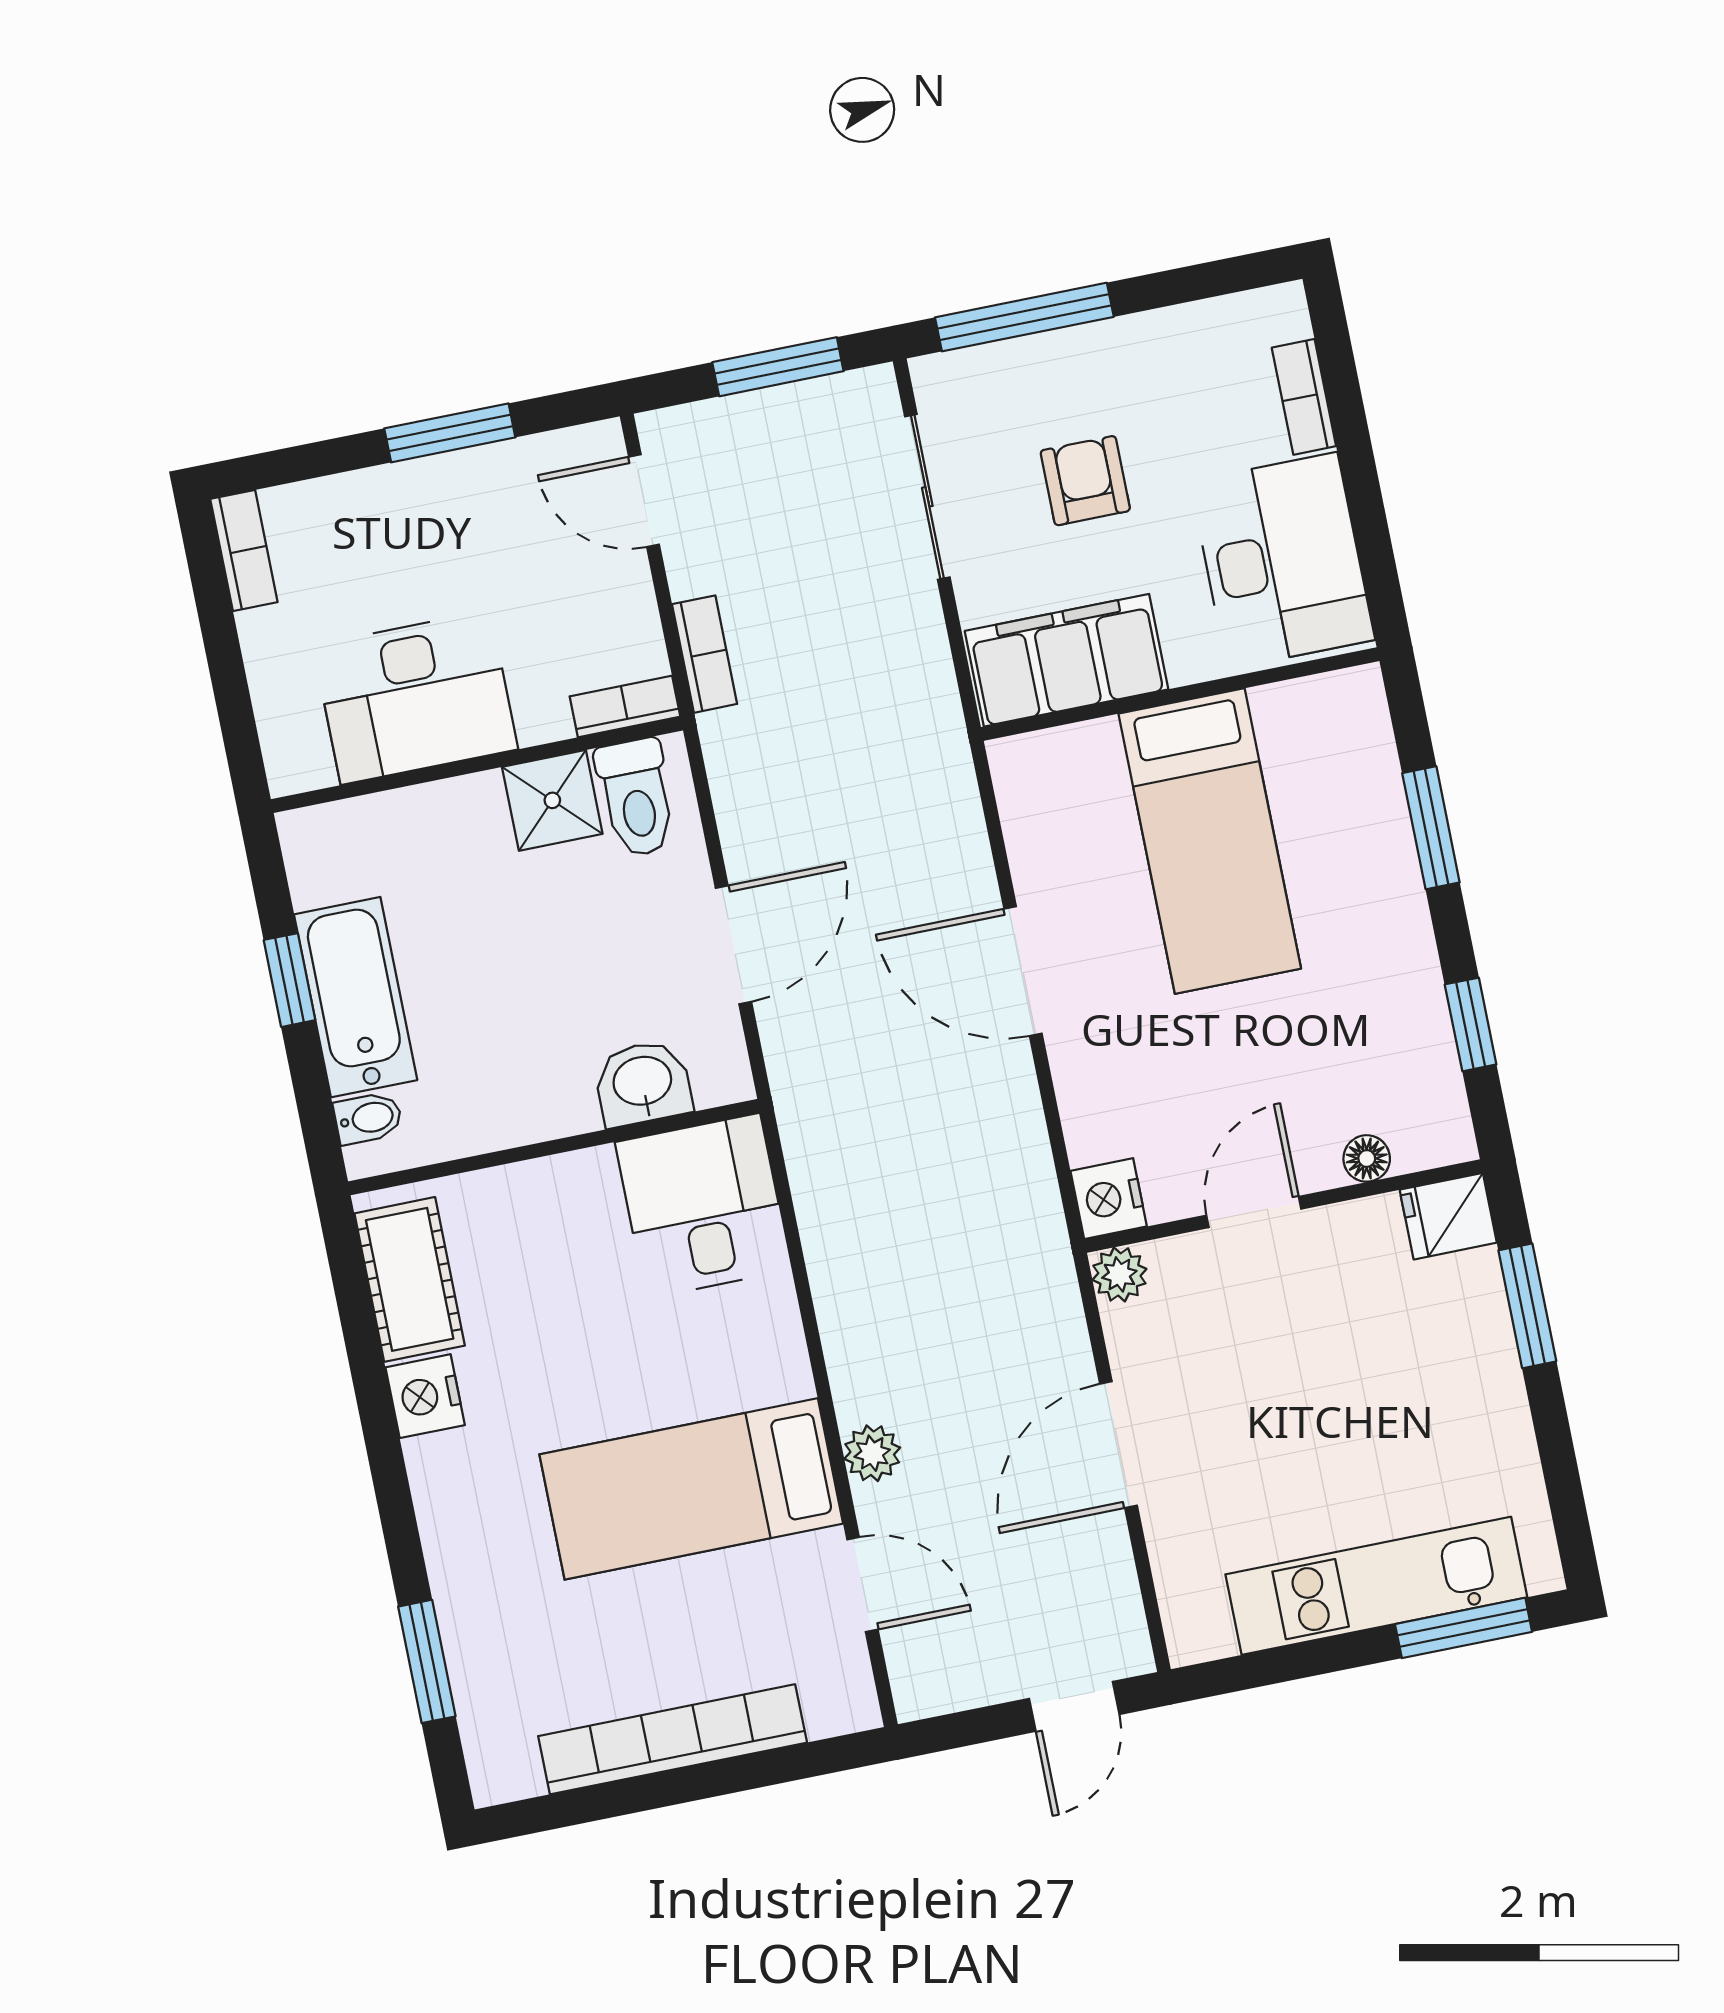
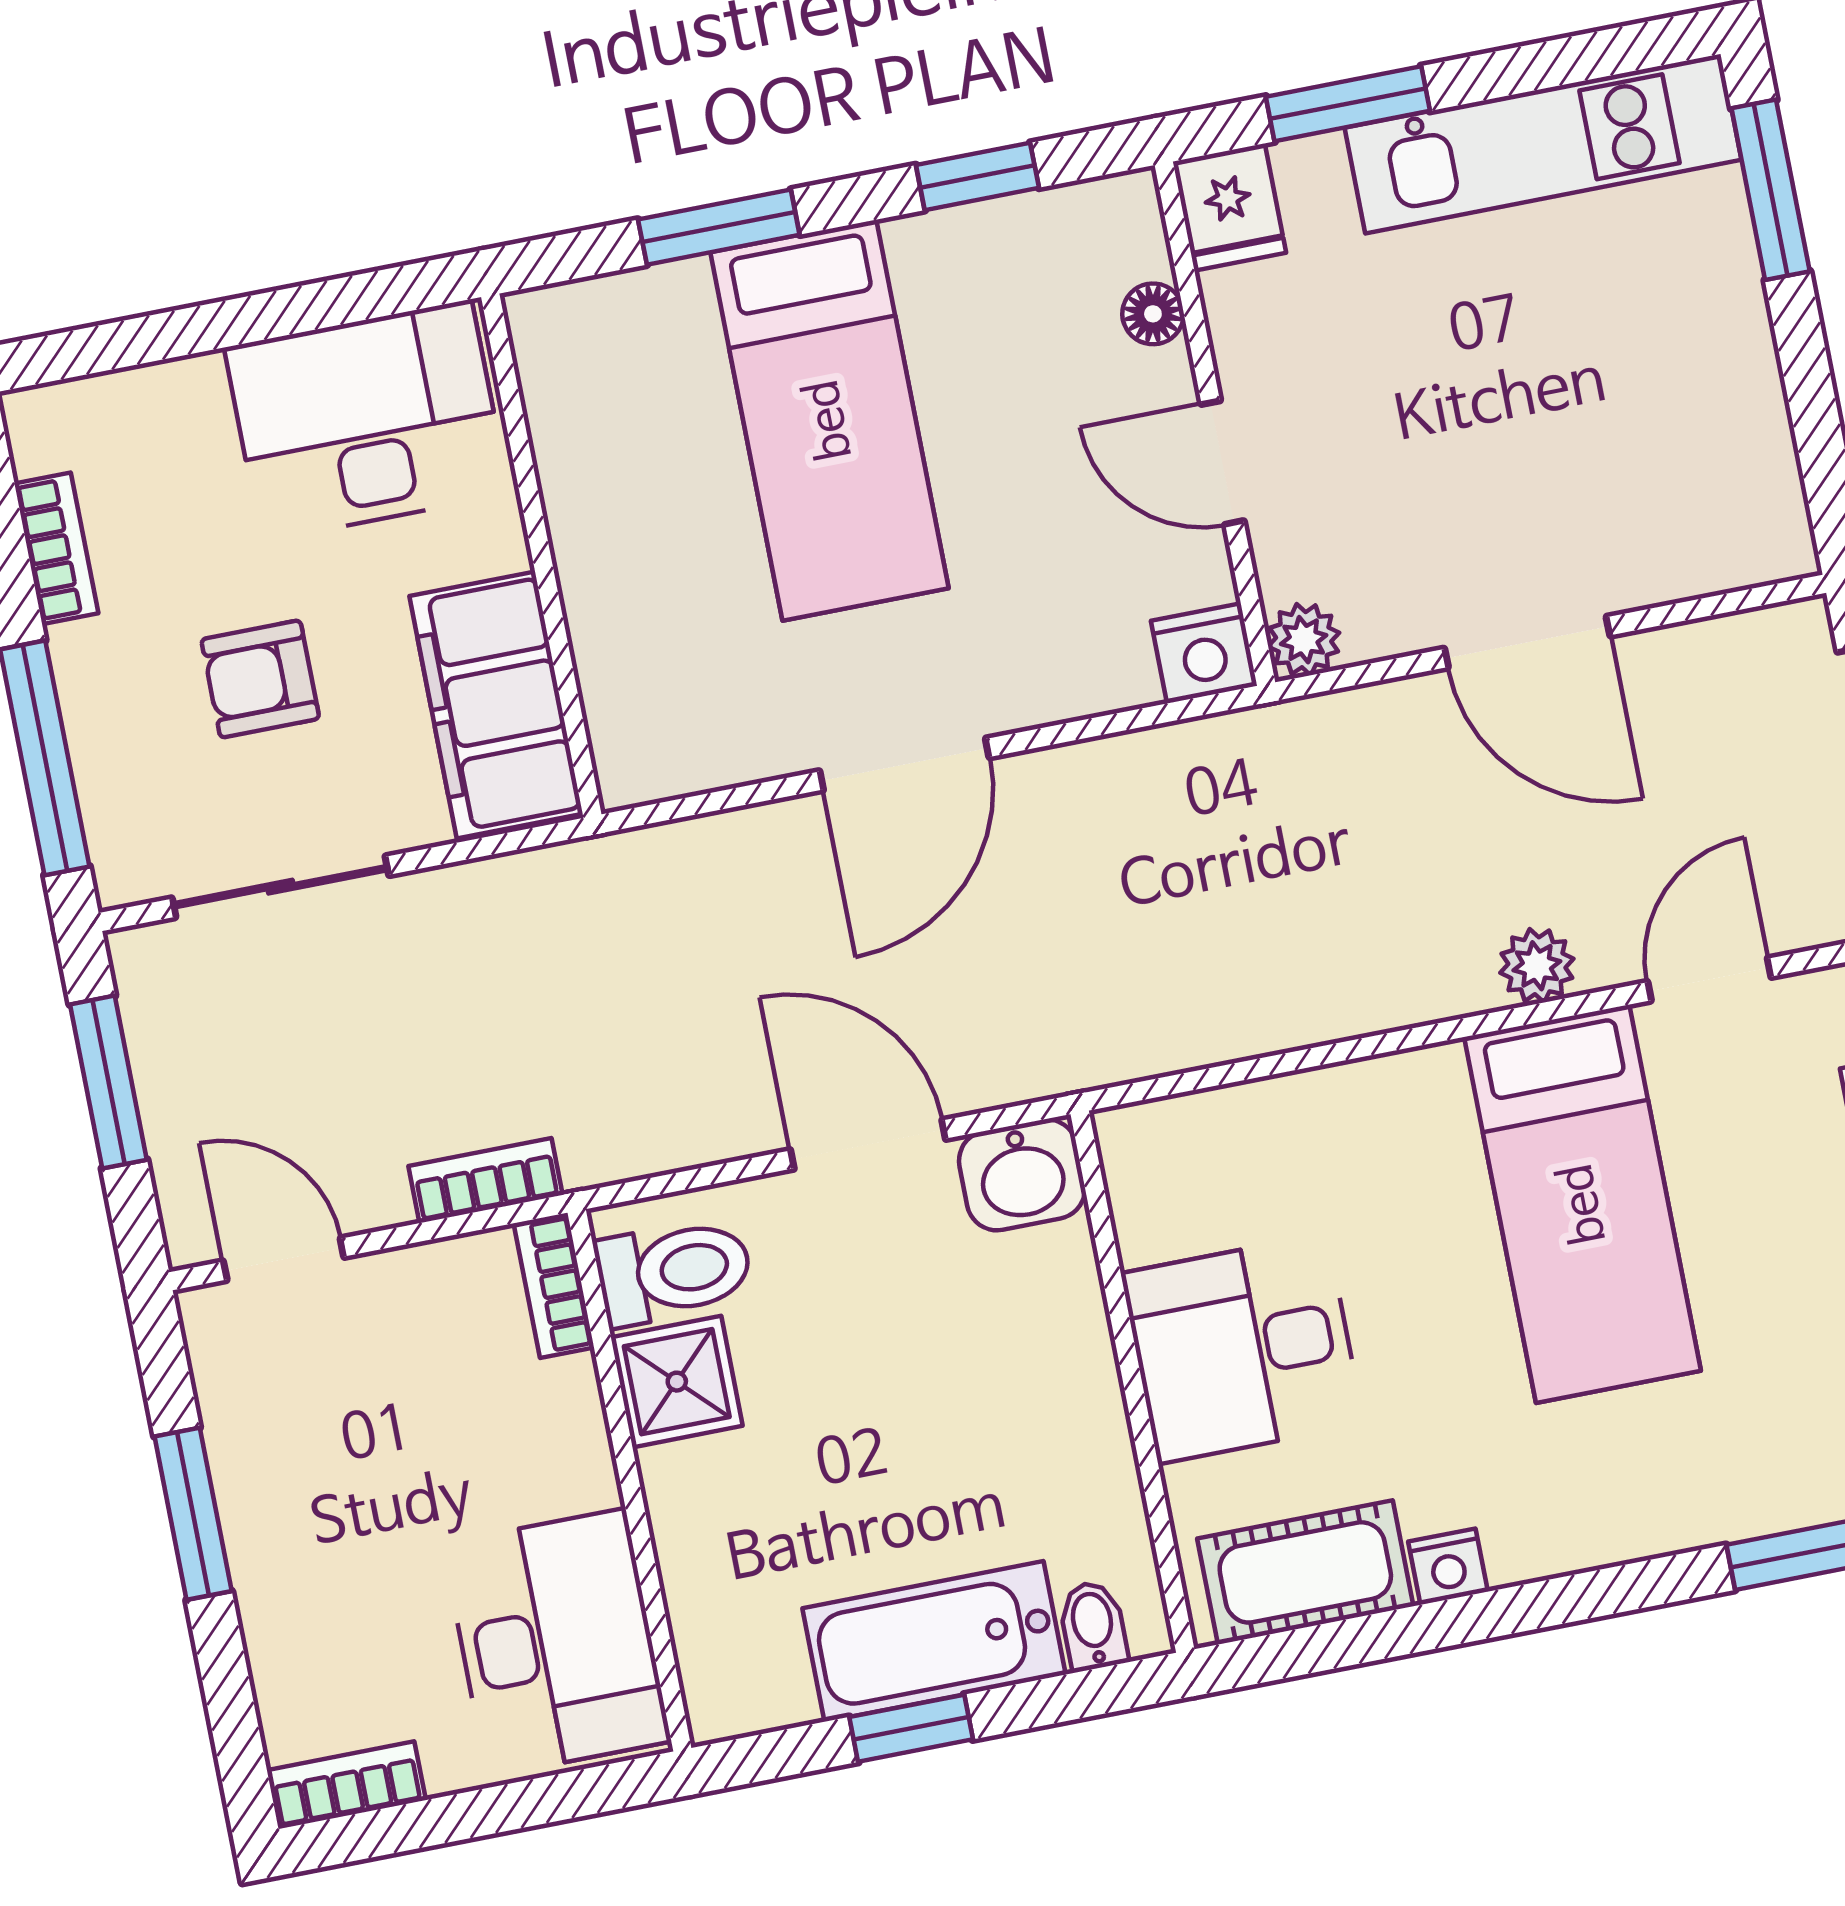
bookcase: (1304, 397) -> (56, 548), moved, turned -90
door: (644, 501) -> (284, 1259), swing flipped
desk: (415, 697) -> (557, 1643), moved
bed: (1210, 841) -> (829, 420), moved, turned 90
washbasin: (643, 1083) -> (1022, 1175), moved, turned -90
desk: (703, 1206) -> (1243, 1349), moved
nightstand: (425, 1396) -> (1448, 1567), width x0.72, depth x0.74
kitchen unit: (1376, 1586) -> (1543, 144), moved, turned -90

